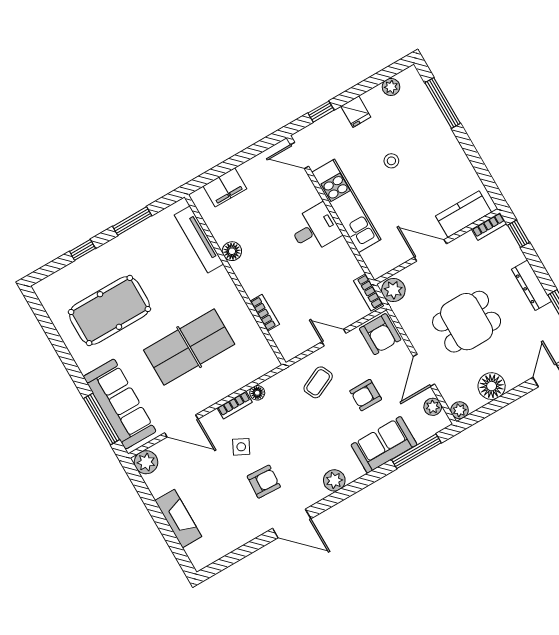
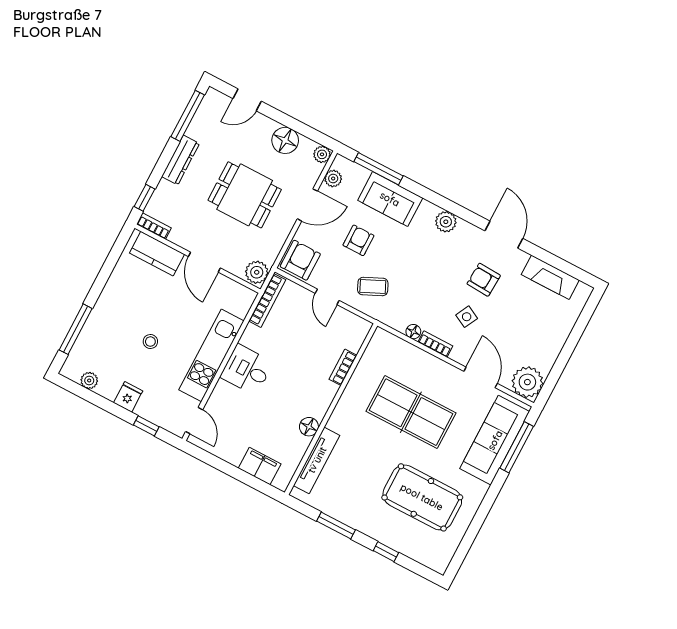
bookcase: (368, 292) -> (267, 300), width x1.56
armchair: (366, 395) -> (358, 240), turned -90
plant: (146, 462) -> (527, 382), width x1.36, depth x1.36
fireplace: (178, 519) -> (550, 277), moved, turned -90

